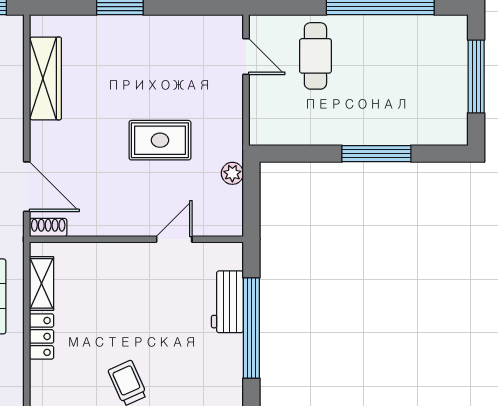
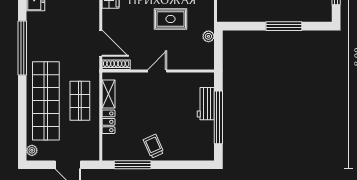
shoe rack: (48, 228) -> (116, 65), width x1.43
door: (174, 239) -> (157, 71), moved

